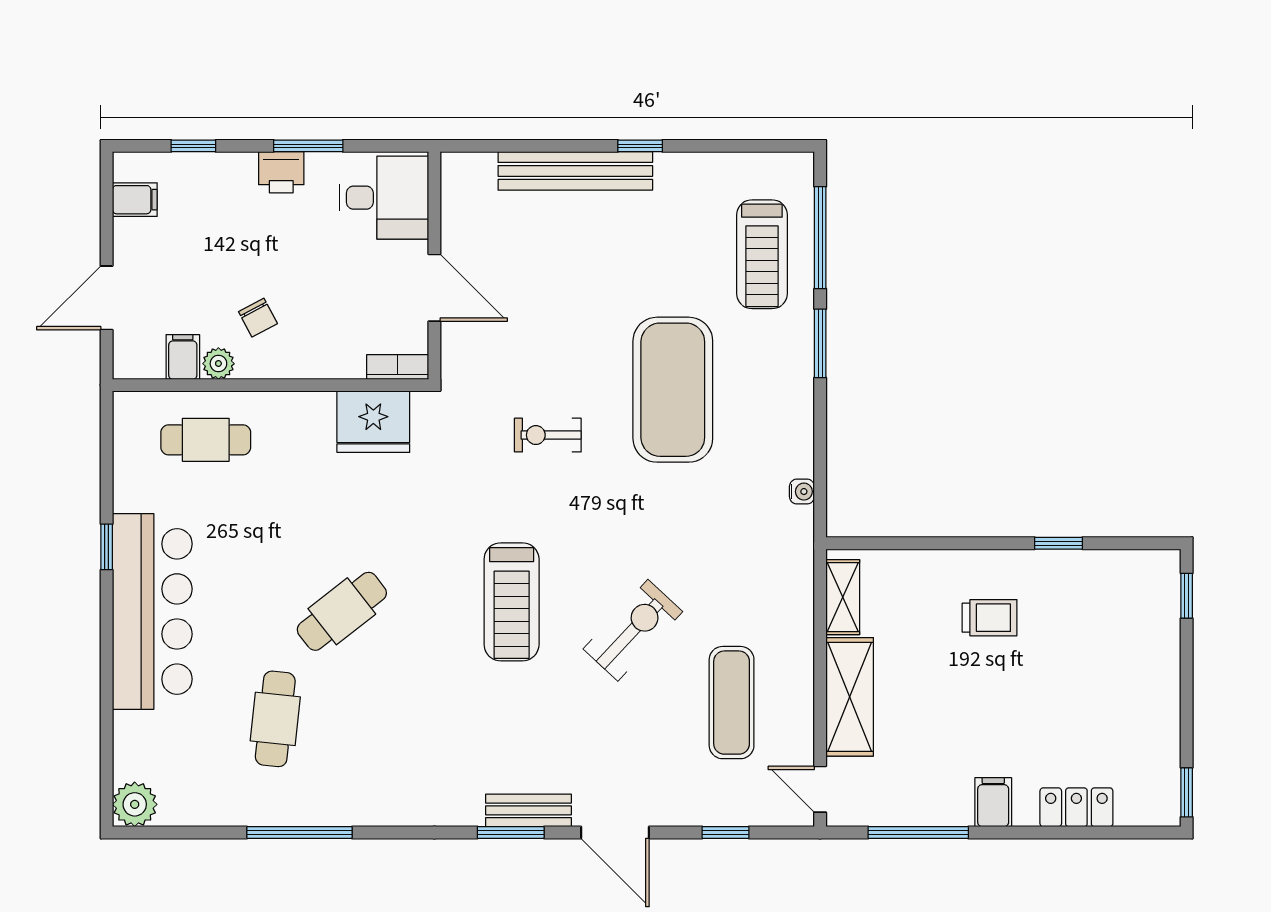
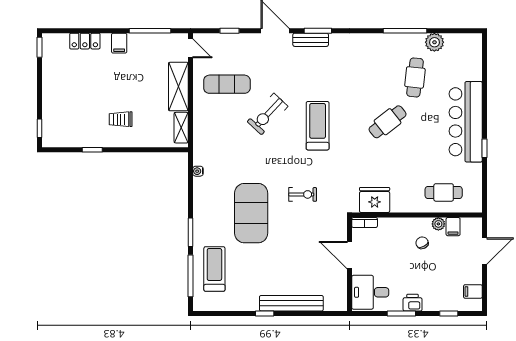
exercise mat: (732, 703) -> (227, 84), turned 90
plant: (135, 804) -> (434, 42), moved

